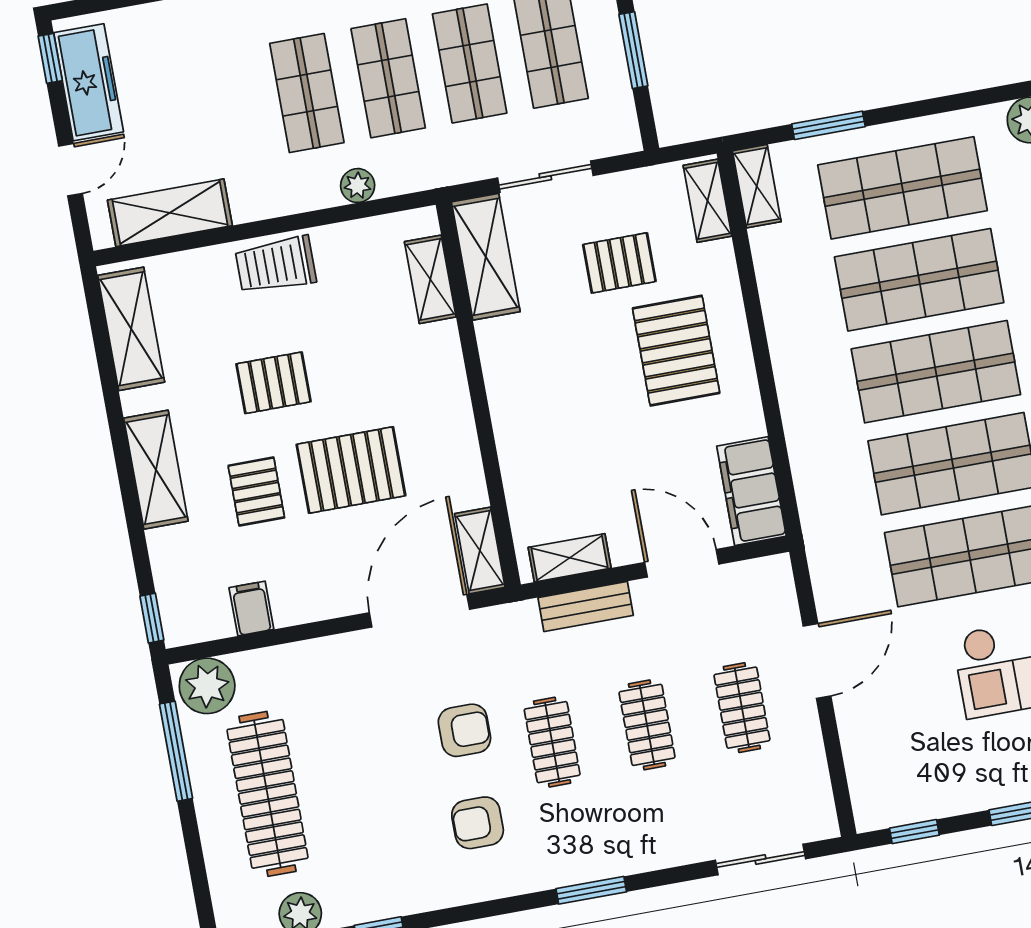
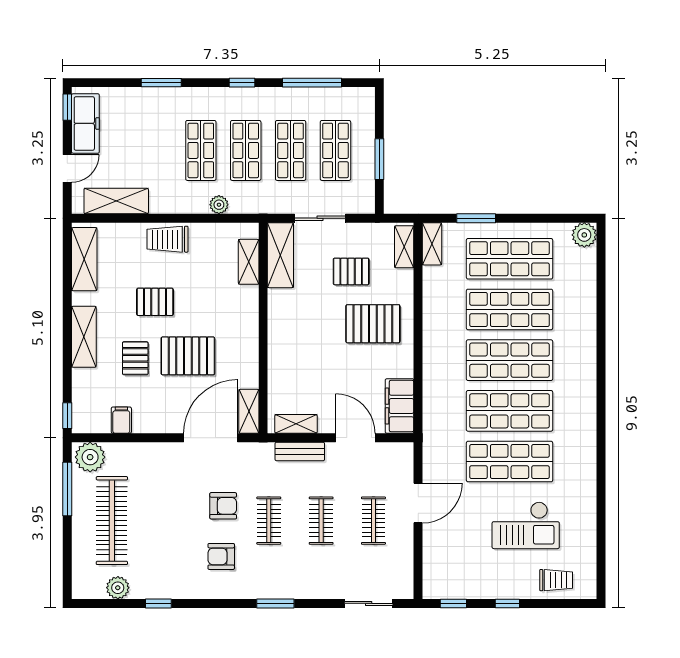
pallet: (676, 351) -> (373, 324), turned 90

